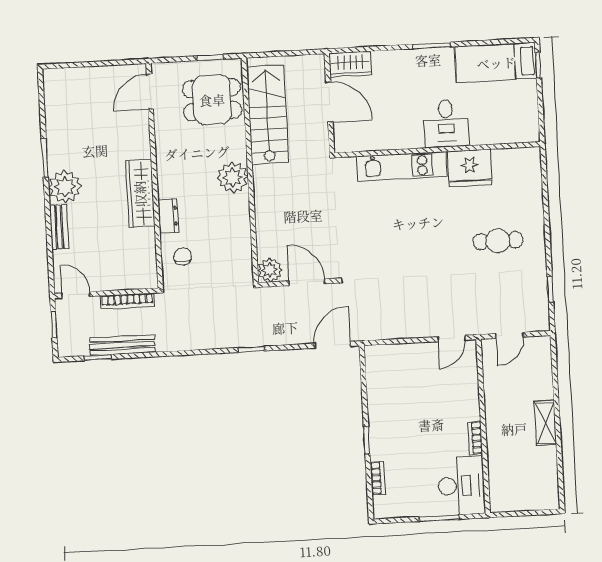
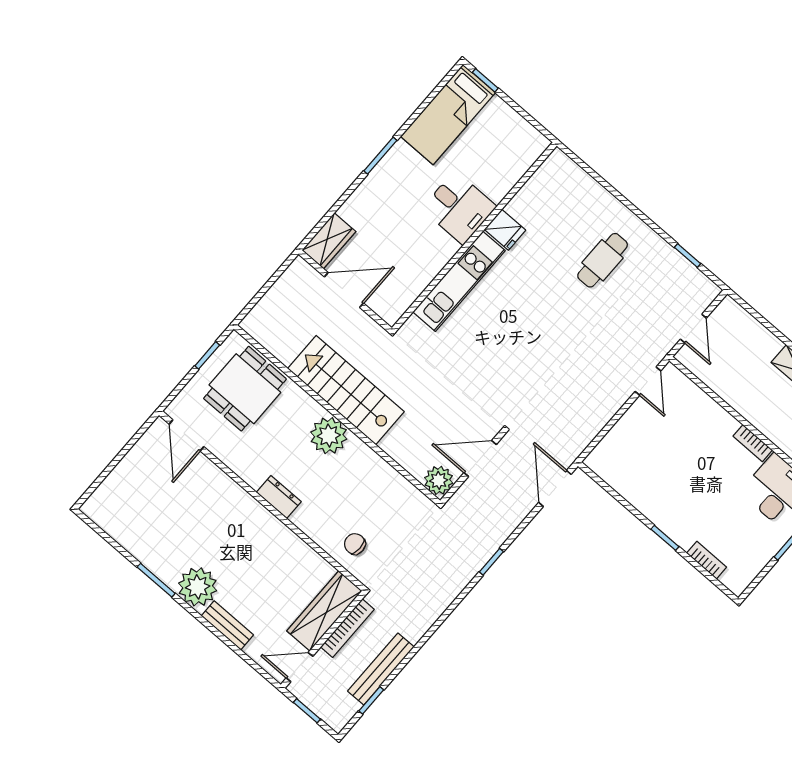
stairs: (268, 115) -> (346, 390), moved
fridge: (470, 168) -> (505, 230), width x0.53, depth x0.75
wardrobe: (140, 194) -> (324, 611), moved, turned 90
dresser: (168, 216) -> (279, 497), moved

